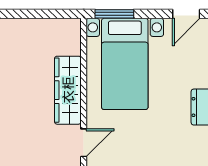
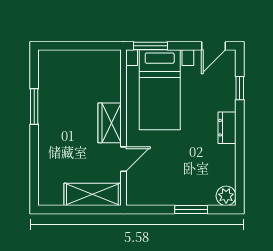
wardrobe: (68, 90) -> (110, 123), width x0.67

